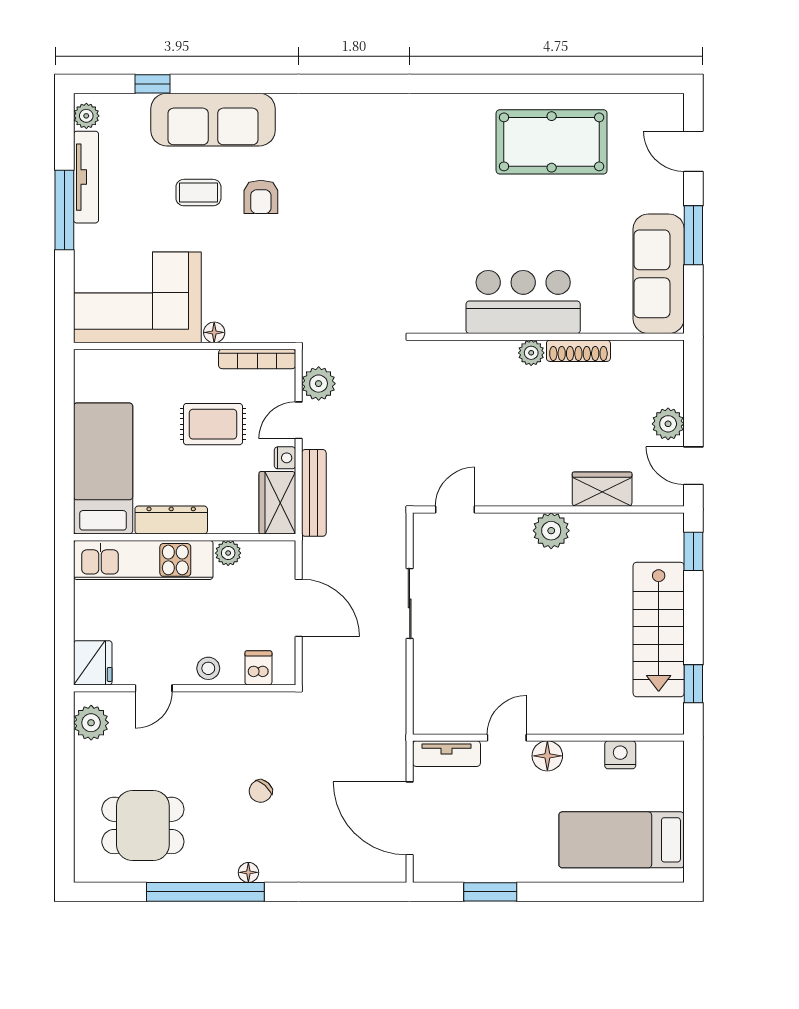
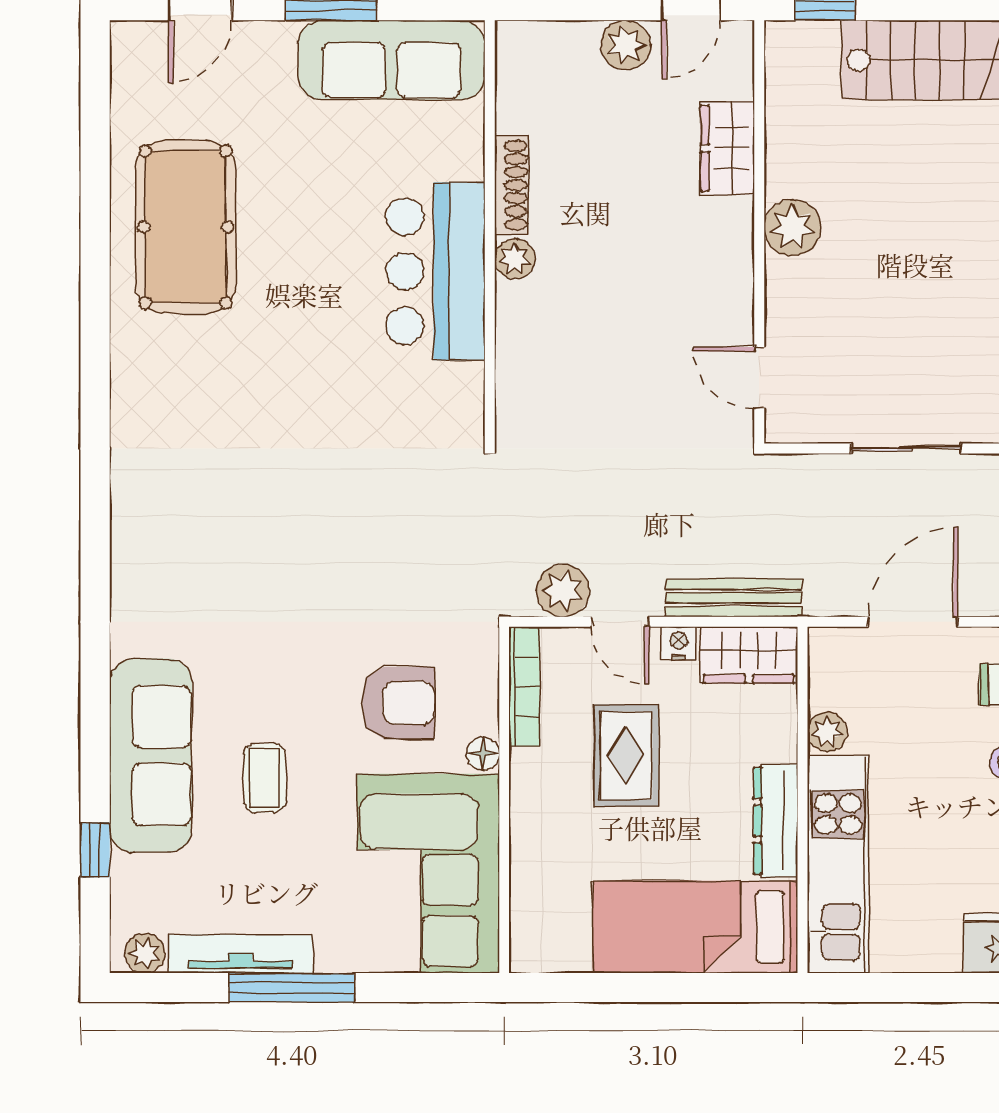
armchair: (261, 197) -> (398, 703), moved, width x1.38, depth x1.38

